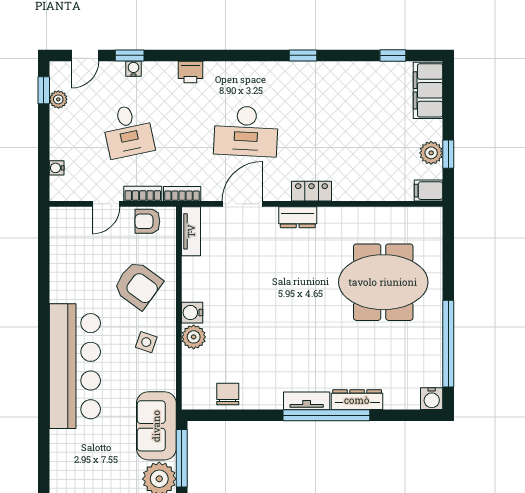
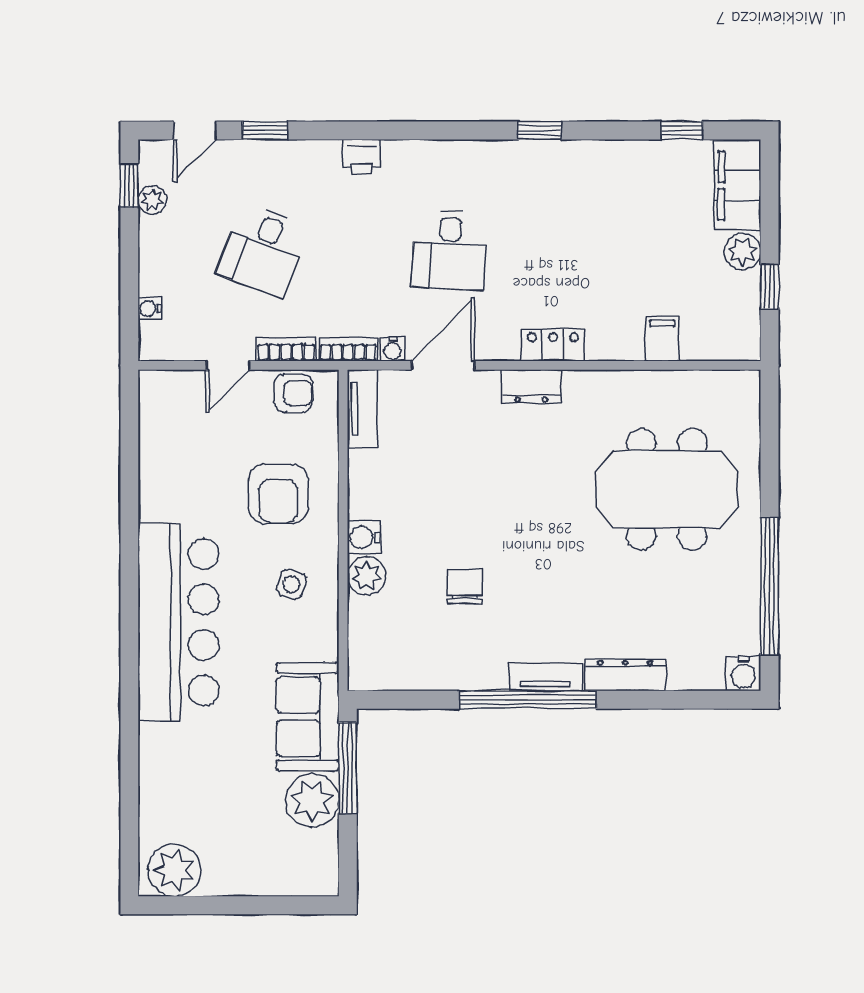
water cooler: (134, 69) -> (392, 349), moved, turned 180
desk: (128, 131) -> (263, 250), turned 33
desk: (246, 131) -> (449, 250), width x0.73
plant: (431, 153) -> (742, 251), moved
filing cabinet: (429, 191) -> (662, 339), moved, turned 90
armchair: (147, 221) -> (293, 393), turned 180
armchair: (138, 285) -> (278, 494), turned 54
chair: (228, 394) -> (465, 586), moved
window: (326, 415) -> (528, 700), moved

